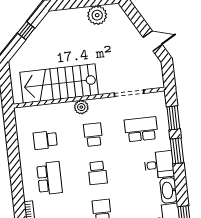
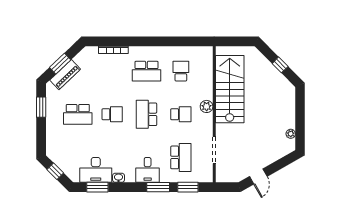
plant: (97, 15) -> (291, 134), width x0.53, depth x0.53
school desk: (97, 173) -> (147, 114), width x1.85
washbasin: (168, 190) -> (119, 178), width x0.52, depth x0.69

